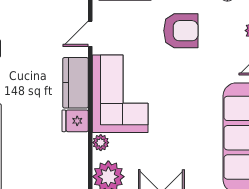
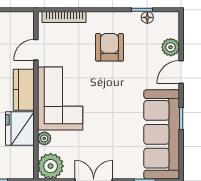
armchair: (181, 31) -> (109, 47), turned -90
fridge: (75, 121) -> (20, 128), width x1.88, depth x1.34

